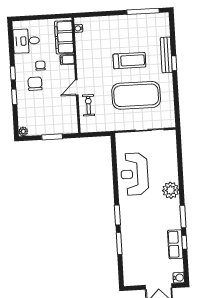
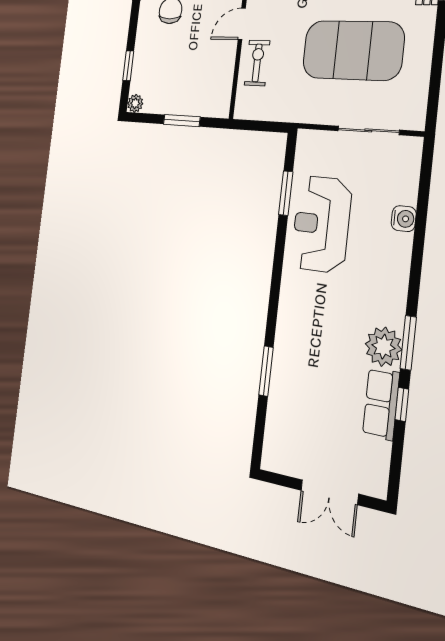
window: (14, 97) -> (128, 66), moved
plant: (171, 190) -> (383, 347), moved
window: (117, 215) -> (286, 193), moved
water cooler: (179, 278) -> (404, 219), moved

